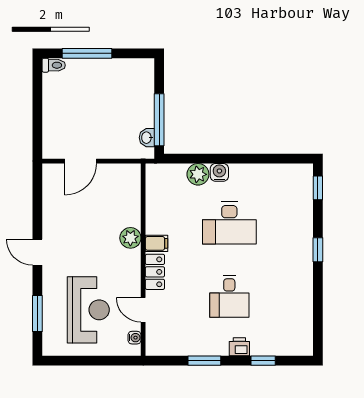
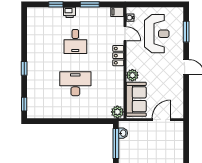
water cooler: (219, 172) -> (81, 113), removed
plant: (198, 174) -> (117, 112), moved
sofa: (124, 196) -> (136, 99), added
filing cabinet: (157, 243) -> (117, 12), moved
desk: (229, 296) -> (75, 42), turned 180
reception desk: (88, 310) -> (157, 34), turned 180

